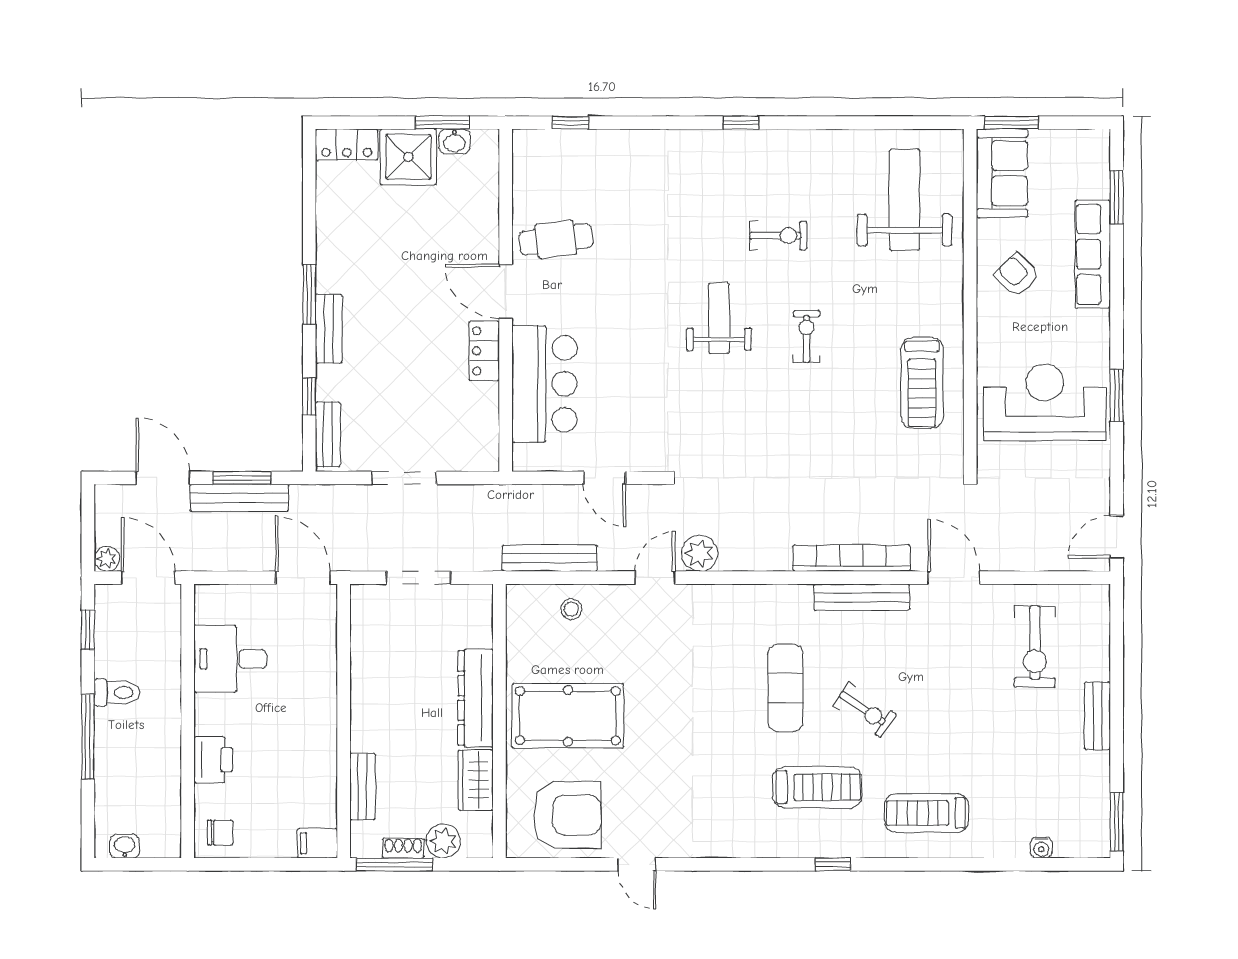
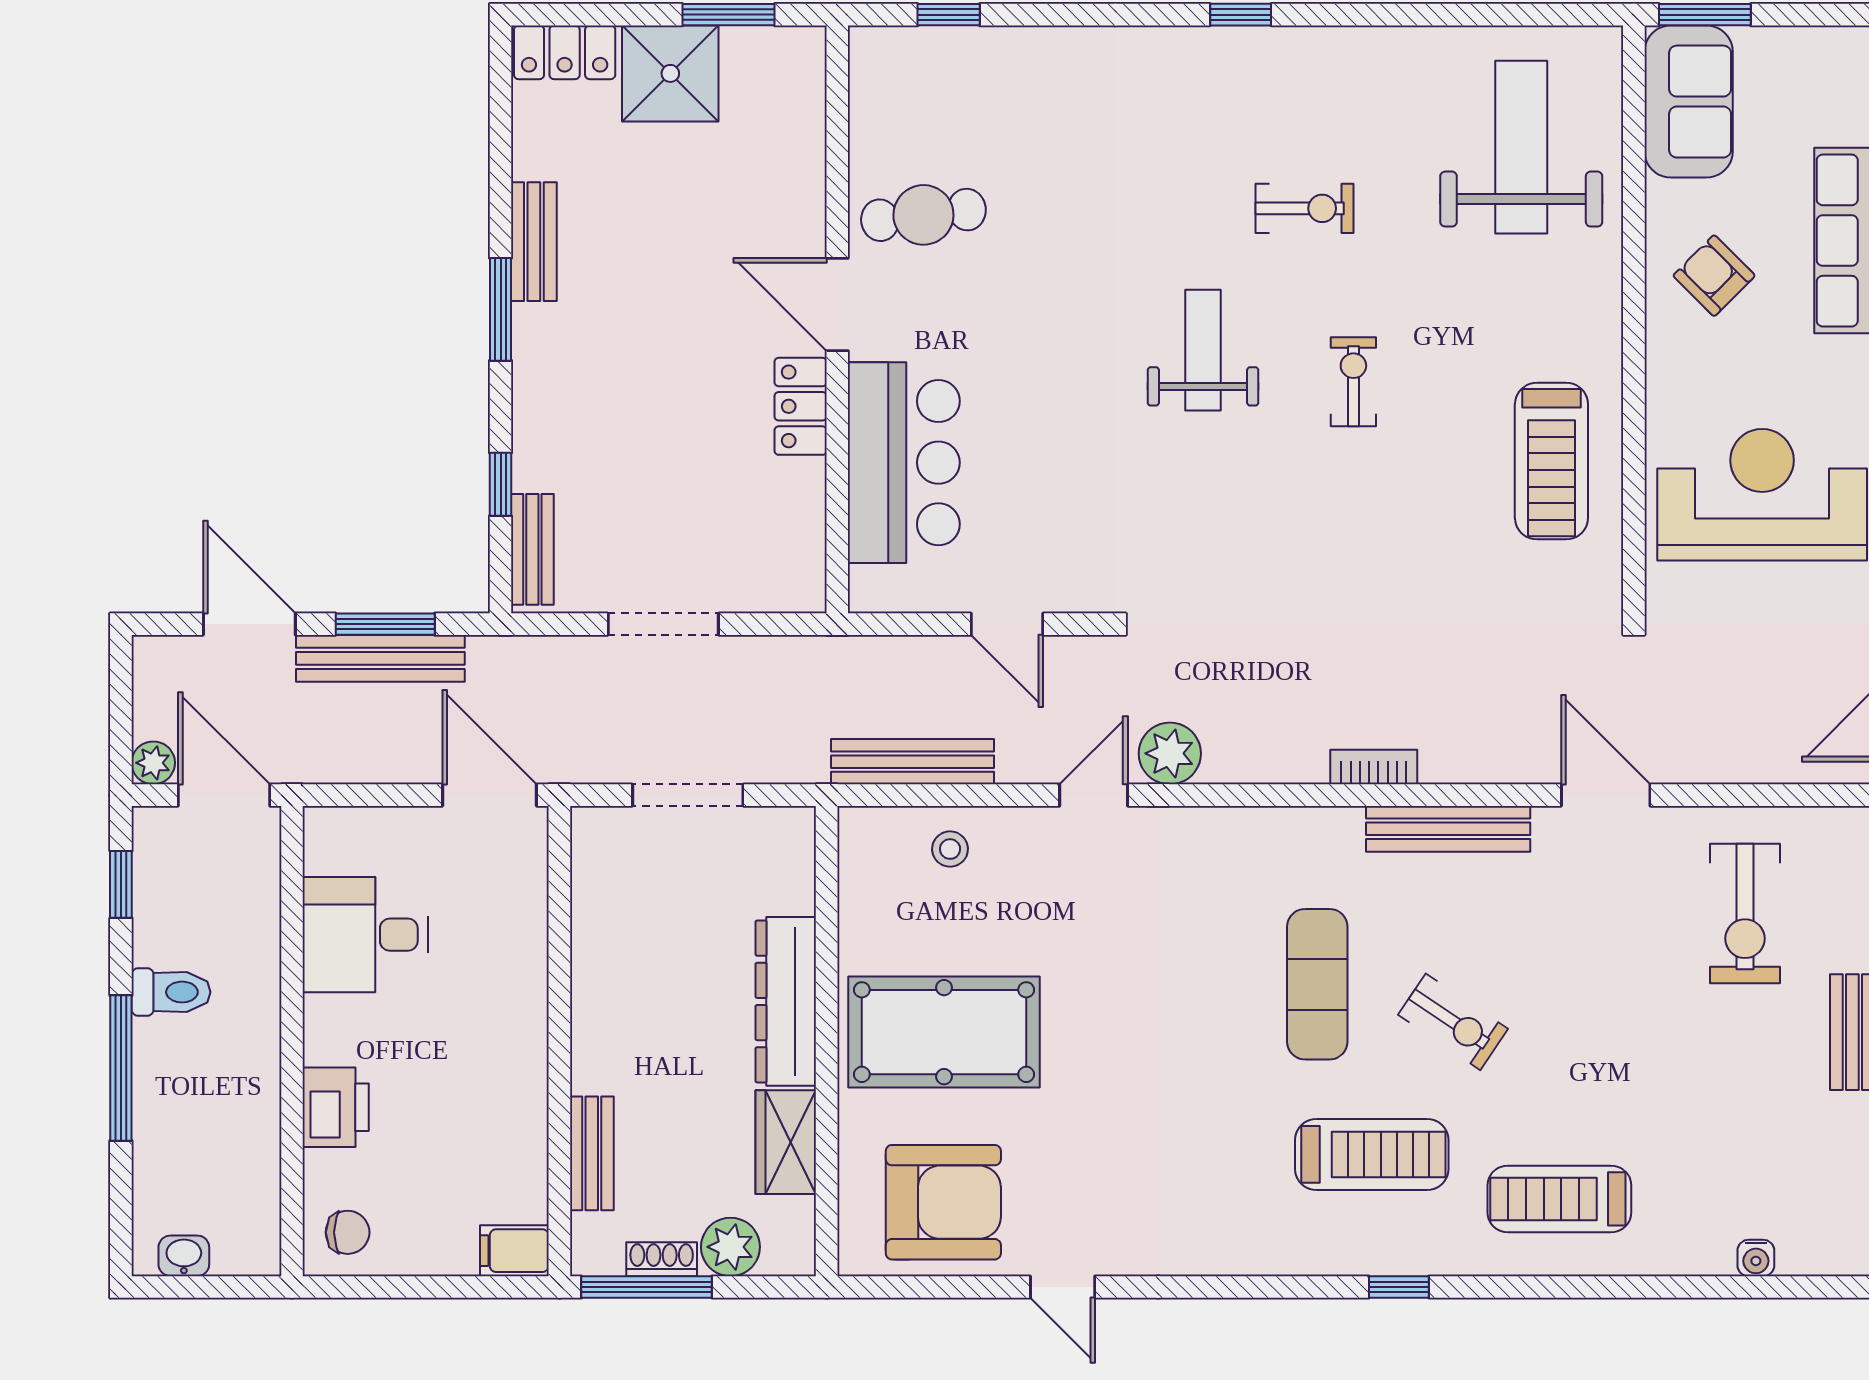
washbasin: (454, 141) -> (749, 47), removed
bench: (329, 329) -> (534, 242), moved
bookcase: (852, 558) -> (1374, 767), width x0.43, depth x0.76

